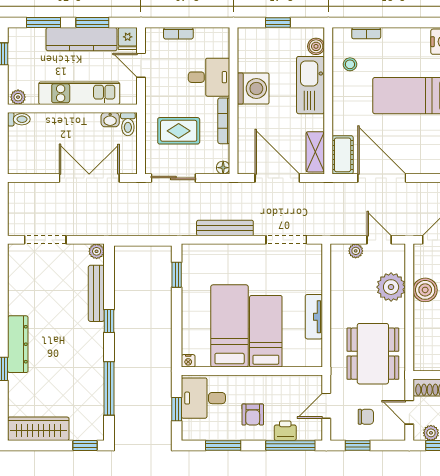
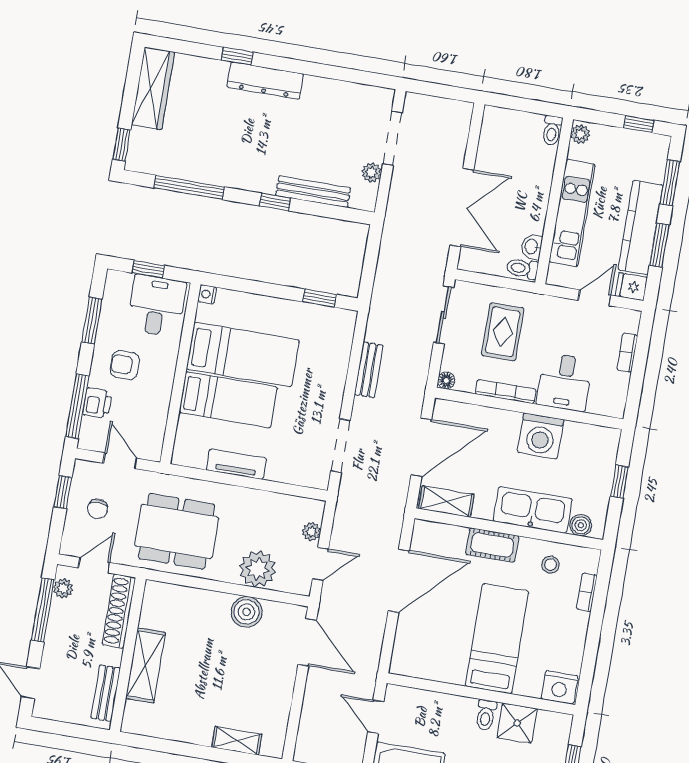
cot: (343, 155) -> (492, 545), moved
bench: (225, 228) -> (369, 370), width x0.73
plant: (97, 251) -> (372, 173), moved

